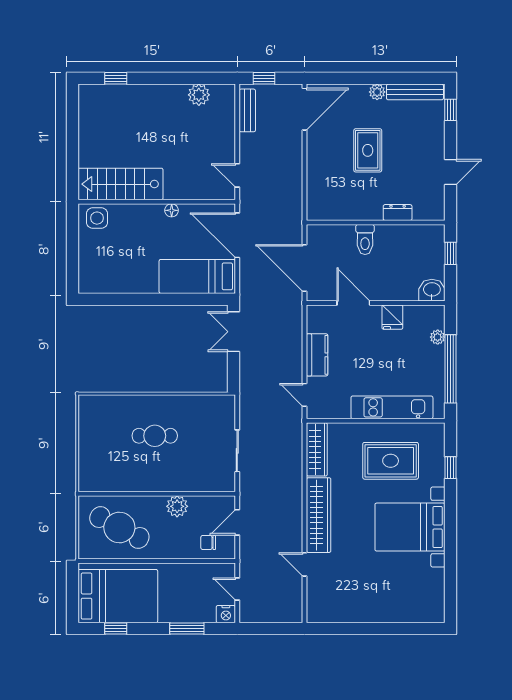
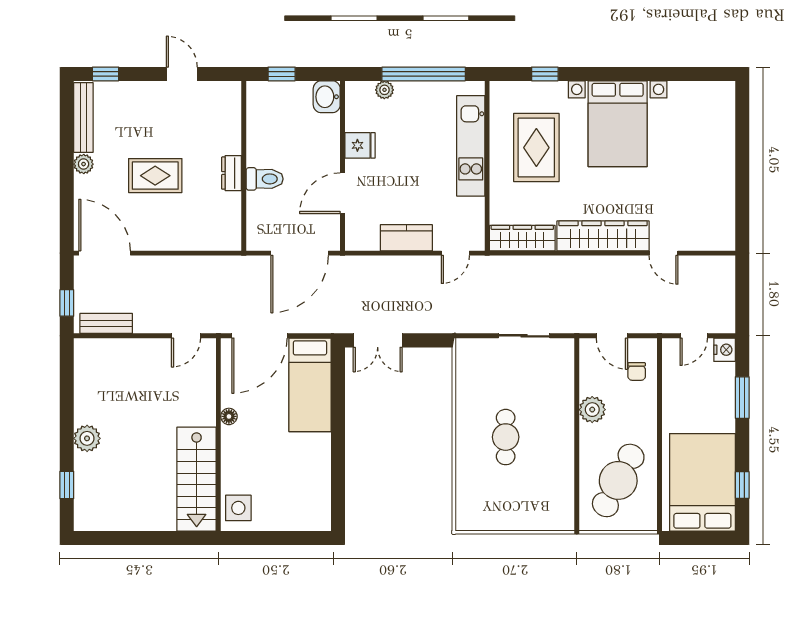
plant: (199, 95) -> (87, 438), moved
dresser: (398, 213) -> (232, 173), moved
door: (305, 564) -> (664, 253), hinge flipped

